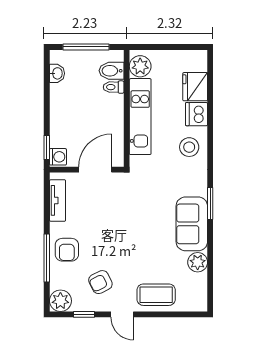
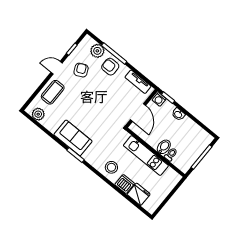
plant: (140, 66) -> (170, 176), removed
bidet: (112, 71) -> (164, 147), moved
washbasin: (57, 73) -> (178, 114), moved
plant: (198, 262) -> (38, 114), moved
plant: (60, 301) -> (97, 51), moved

